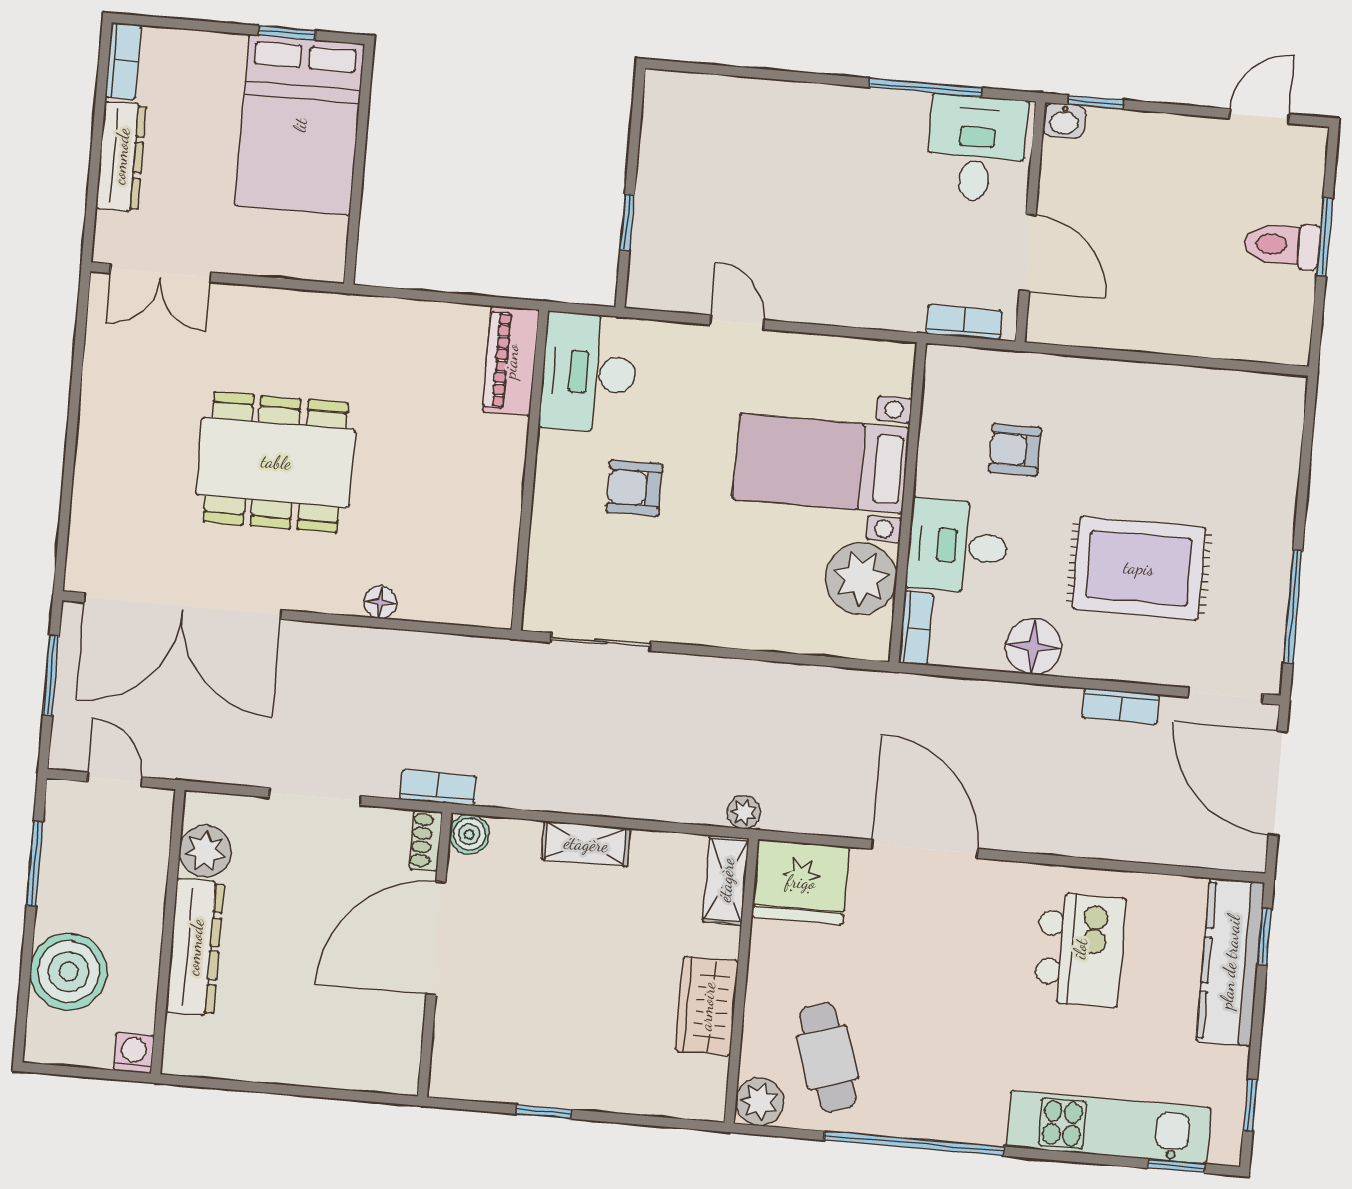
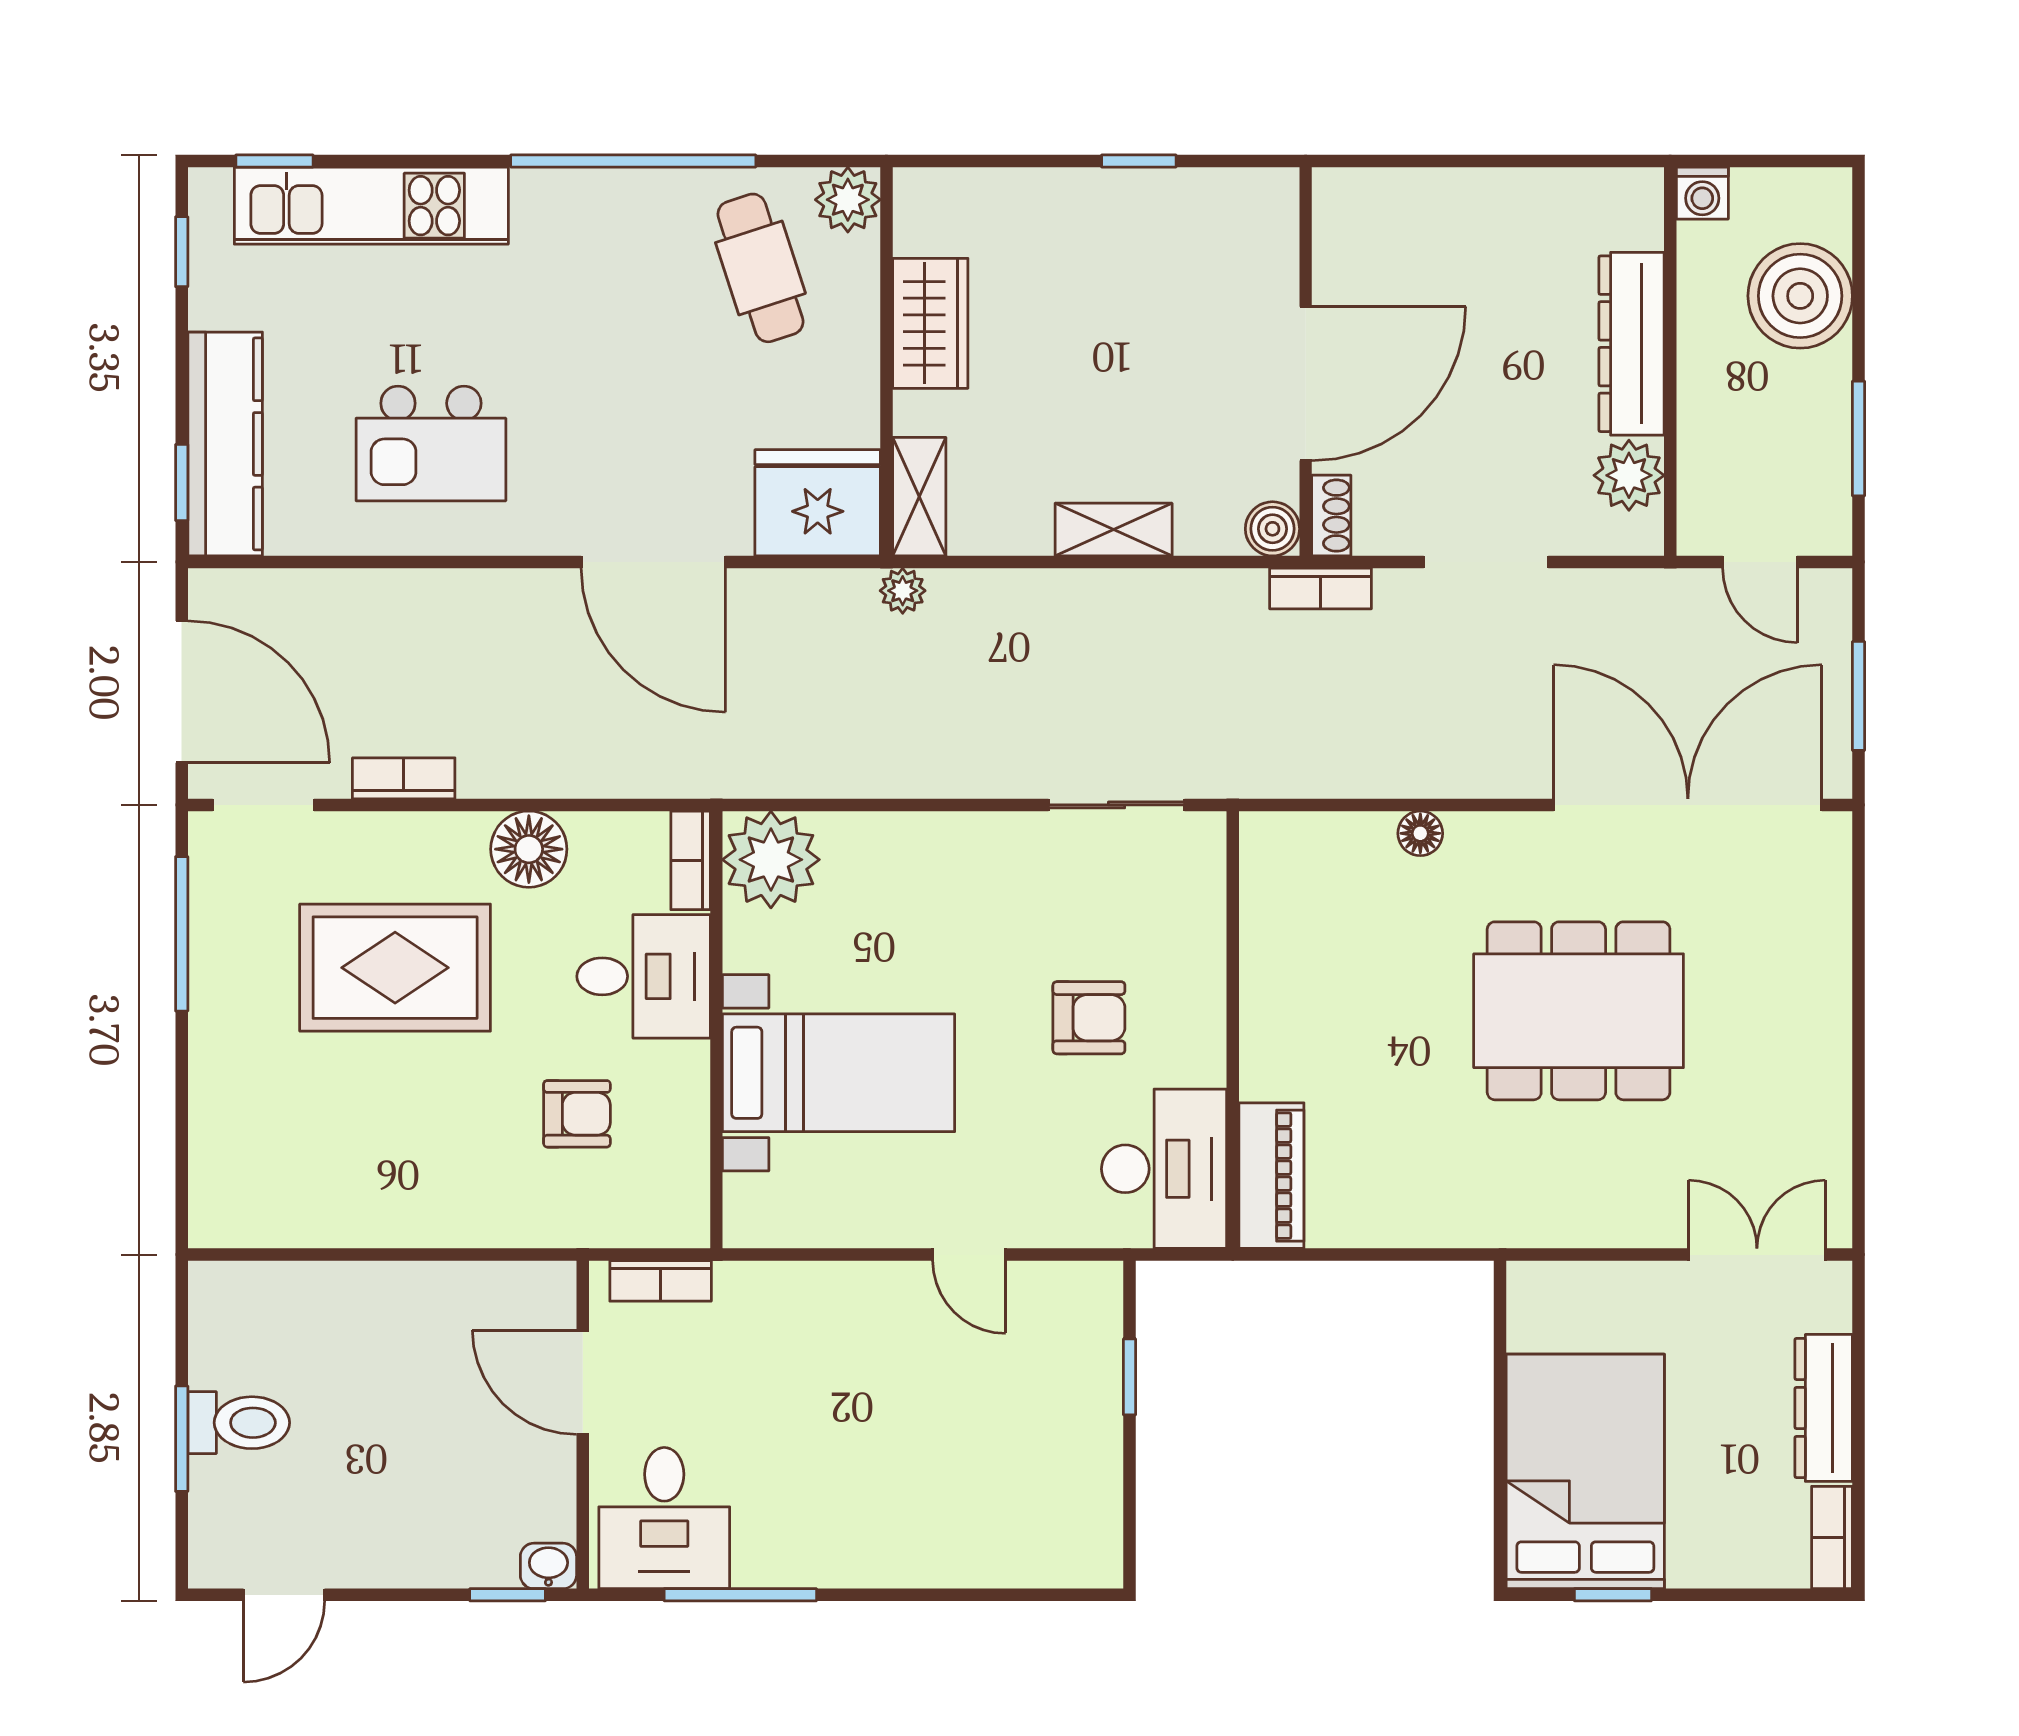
plant: (861, 578) -> (771, 860), moved
kitchen island: (1080, 949) -> (431, 443), turned -90

